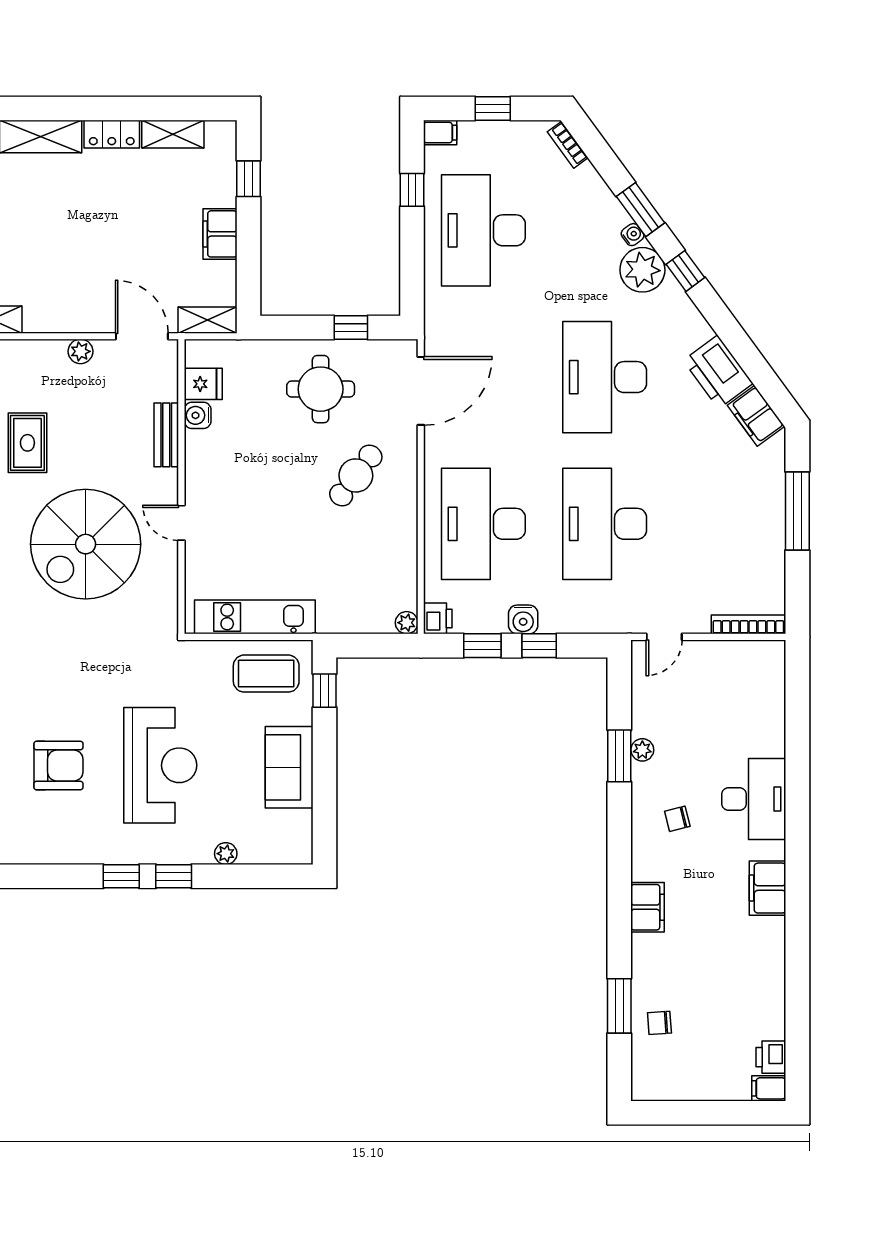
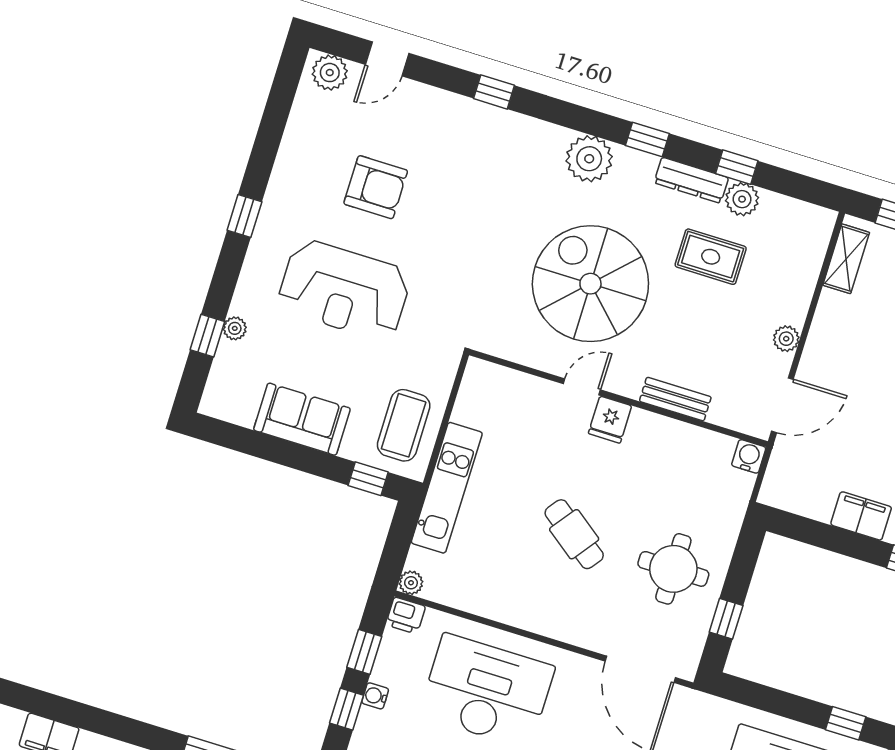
shelving: (207, 320) -> (778, 476), removed
fridge: (203, 384) -> (610, 420), moved
water cooler: (198, 415) -> (749, 456), moved
cafe table: (356, 475) -> (574, 534), moved
kitchen unit: (255, 617) -> (447, 488), moved
water cooler: (523, 619) -> (375, 696), width x0.72, depth x0.72
armchair: (58, 766) -> (376, 187), turned -90
window: (174, 876) -> (207, 336), moved

